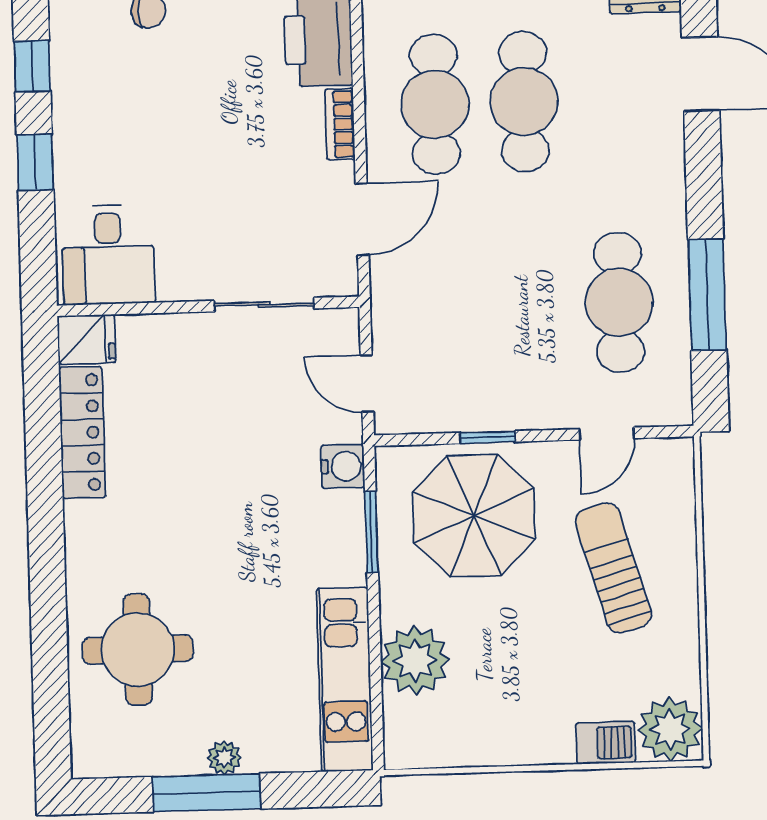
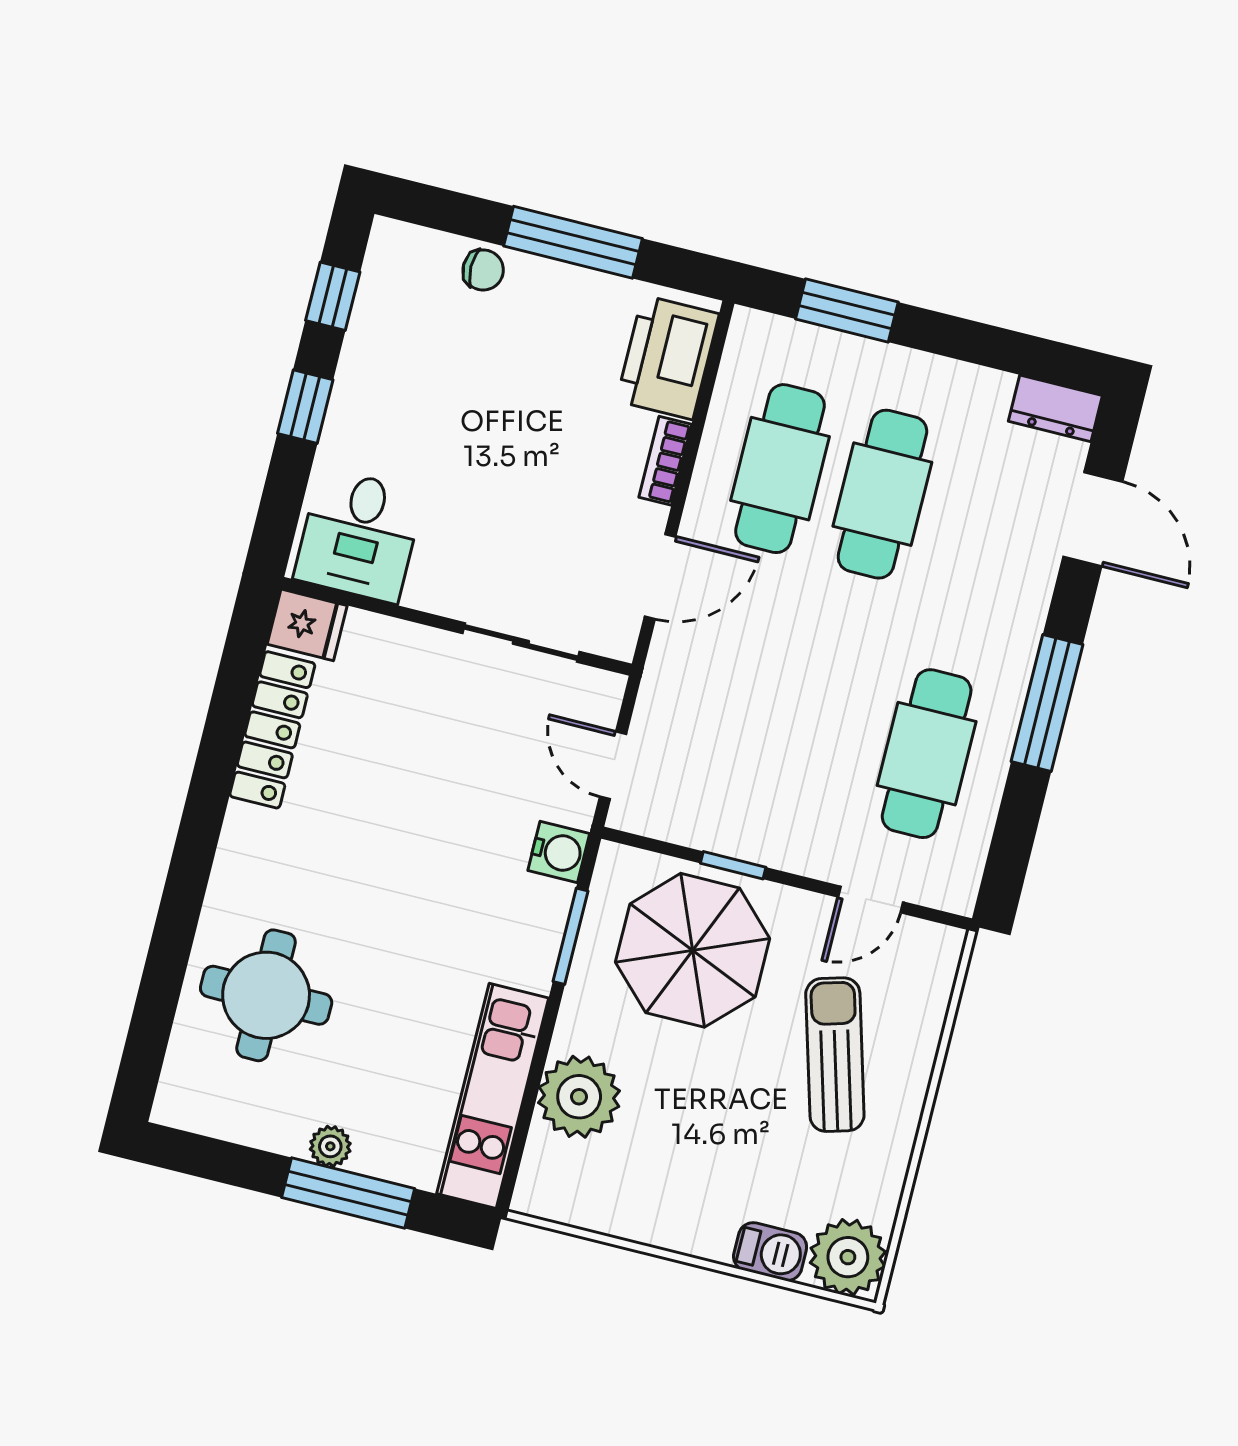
window: (707, 295) -> (1047, 703), moved
window: (207, 793) -> (348, 1193), moved

